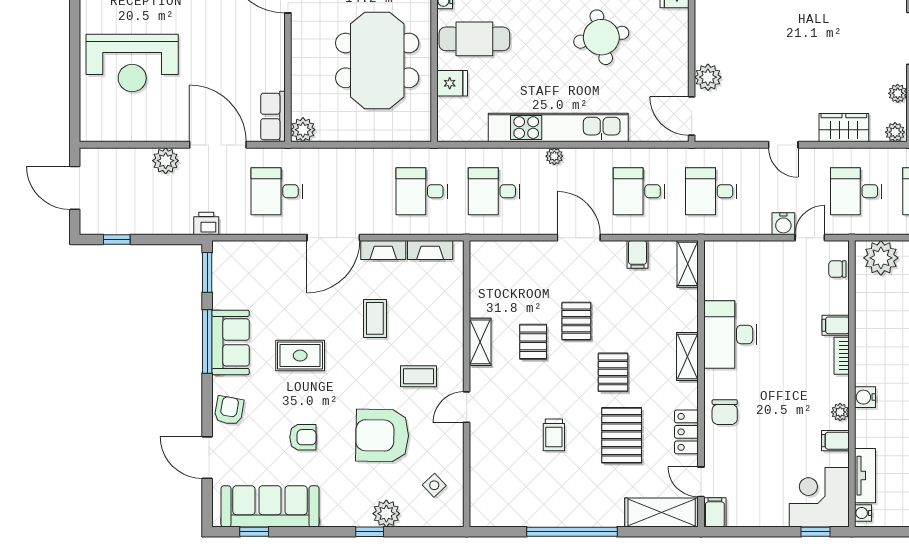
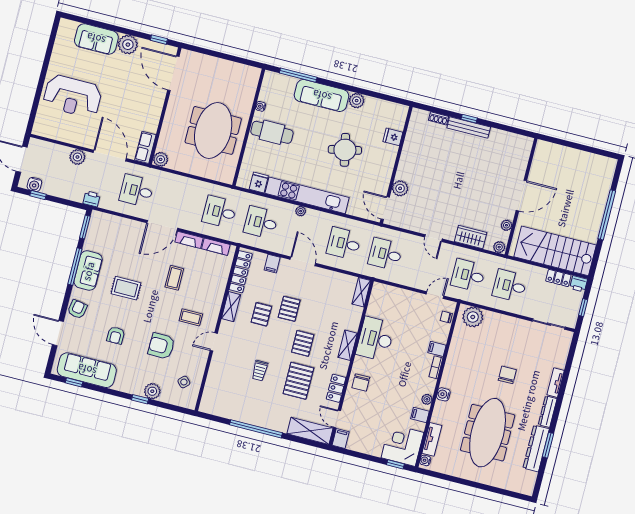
fridge: (452, 83) -> (259, 183), moved, turned -90
water cooler: (783, 224) -> (34, 184), moved
filing cabinet: (637, 254) -> (272, 264), moved
locker: (481, 281) -> (241, 272), added
armchair: (382, 436) -> (161, 346), width x0.73, depth x0.73
armchair: (303, 437) -> (116, 335), turned 90

